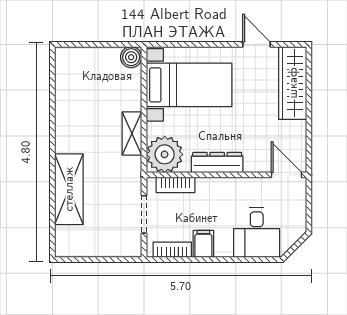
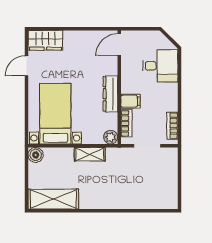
wardrobe: (293, 83) -> (45, 40), width x0.67
plant: (165, 154) -> (111, 137), width x0.53, depth x0.53
shelving: (69, 189) -> (53, 199), moved
filing cabinet: (203, 244) -> (130, 101), moved, turned 180

